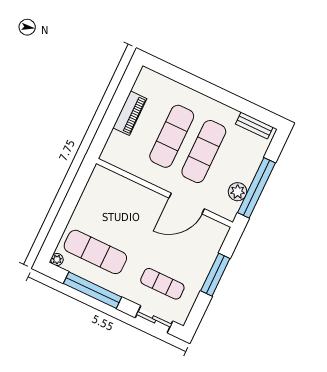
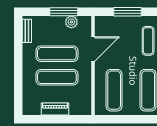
window: (257, 188) -> (64, 12), width x0.68
door: (187, 203) -> (93, 49), hinge flipped
exercise mat: (117, 206) -> (114, 90), added

